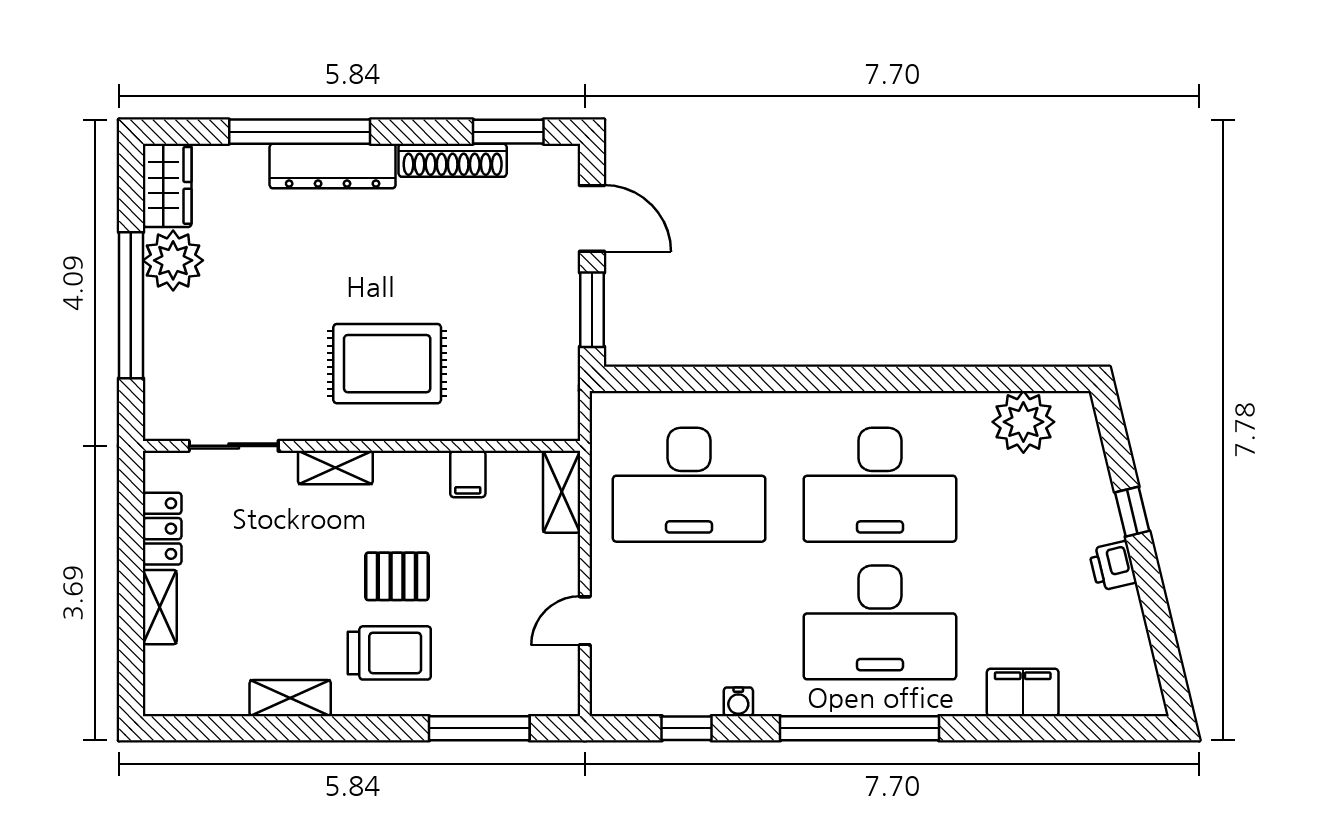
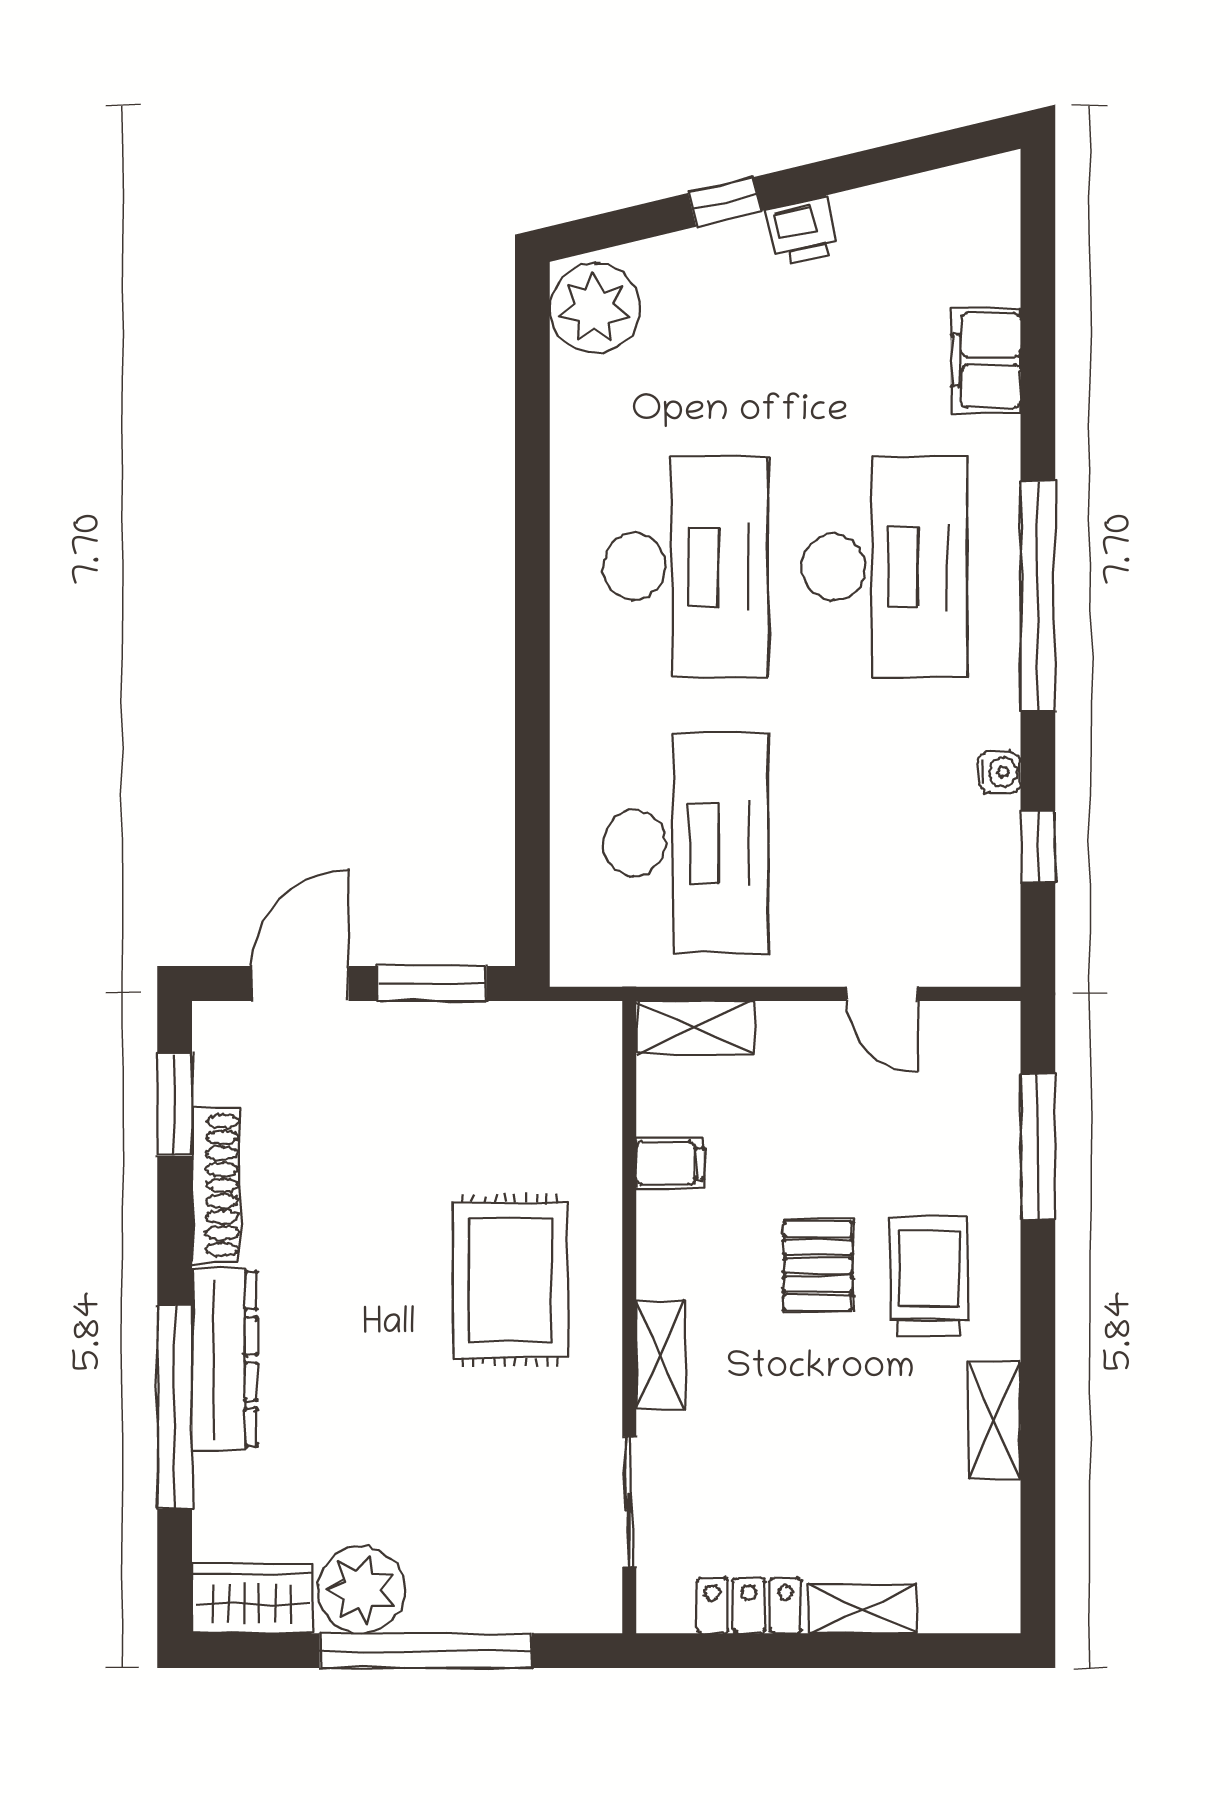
plant: (1023, 422) -> (595, 308), moved

